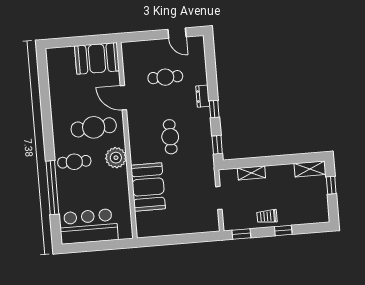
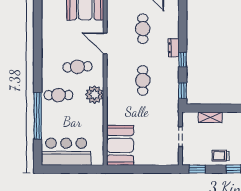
cafe table: (165, 77) -> (143, 29), turned 90
cafe table: (94, 127) -> (78, 67), width x0.73, depth x0.74
booth: (148, 187) -> (120, 145), moved

